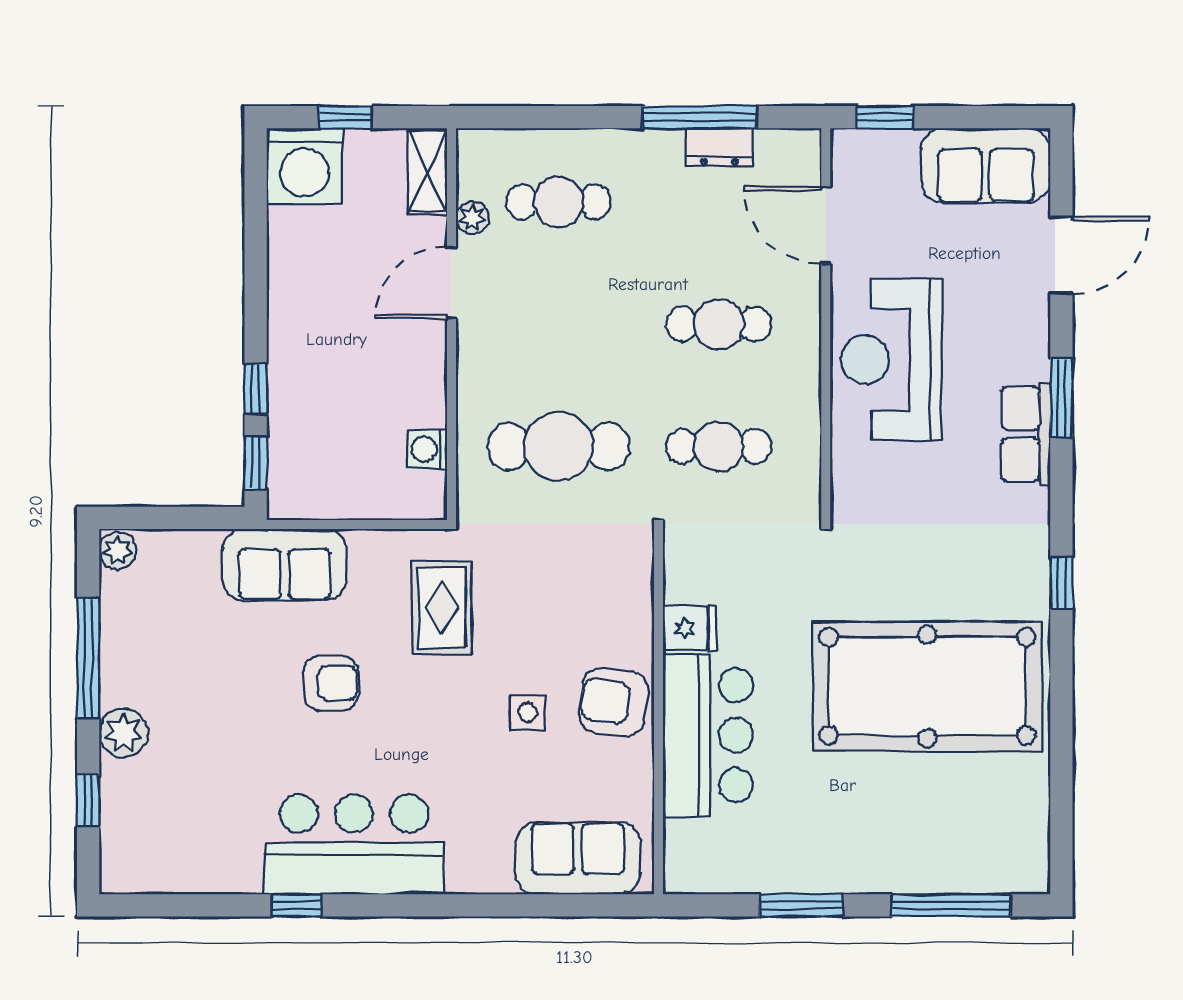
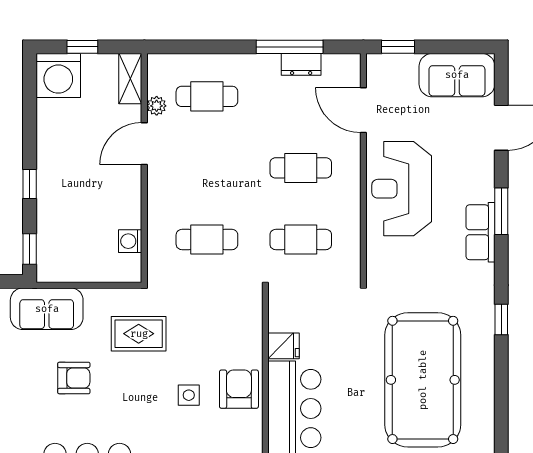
window: (256, 389) -> (30, 184), moved
cafe table: (558, 446) -> (207, 240), width x0.73, depth x0.74
rug: (442, 607) -> (139, 334), turned 90
pool table: (927, 686) -> (423, 380), turned 90
armchair: (613, 702) -> (239, 389), turned 83

